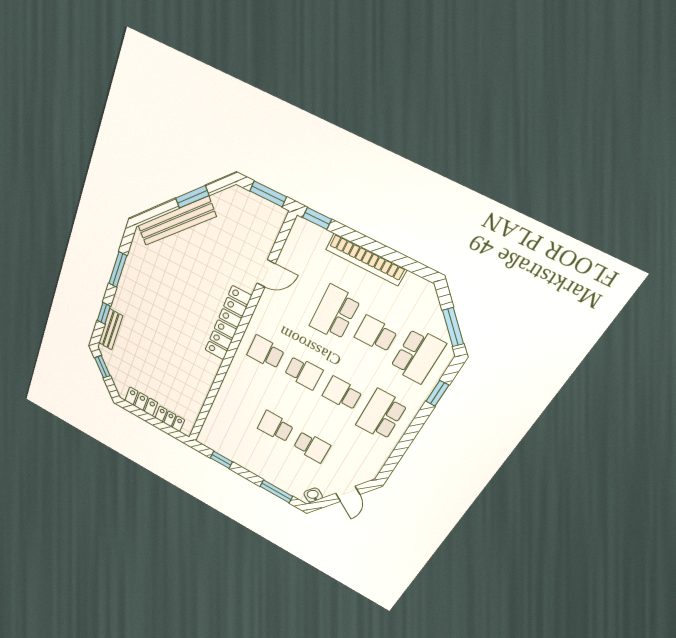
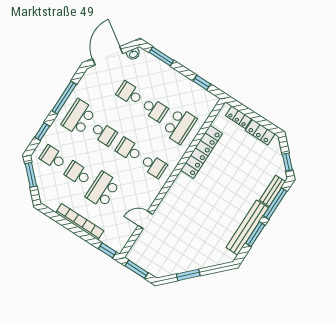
bench: (176, 221) -> (247, 228), moved, turned -45
window: (104, 313) -> (275, 204), width x2.17
school desk: (335, 313) -> (103, 190), turned 180
locker: (228, 323) -> (202, 152), moved
school desk: (376, 334) -> (78, 174), turned 180
school desk: (418, 356) -> (53, 157), width x0.54
school desk: (240, 407) -> (180, 126), added
school desk: (381, 415) -> (79, 117), turned 180
window: (406, 441) -> (64, 98), added
door: (348, 494) -> (108, 56), width x1.87

